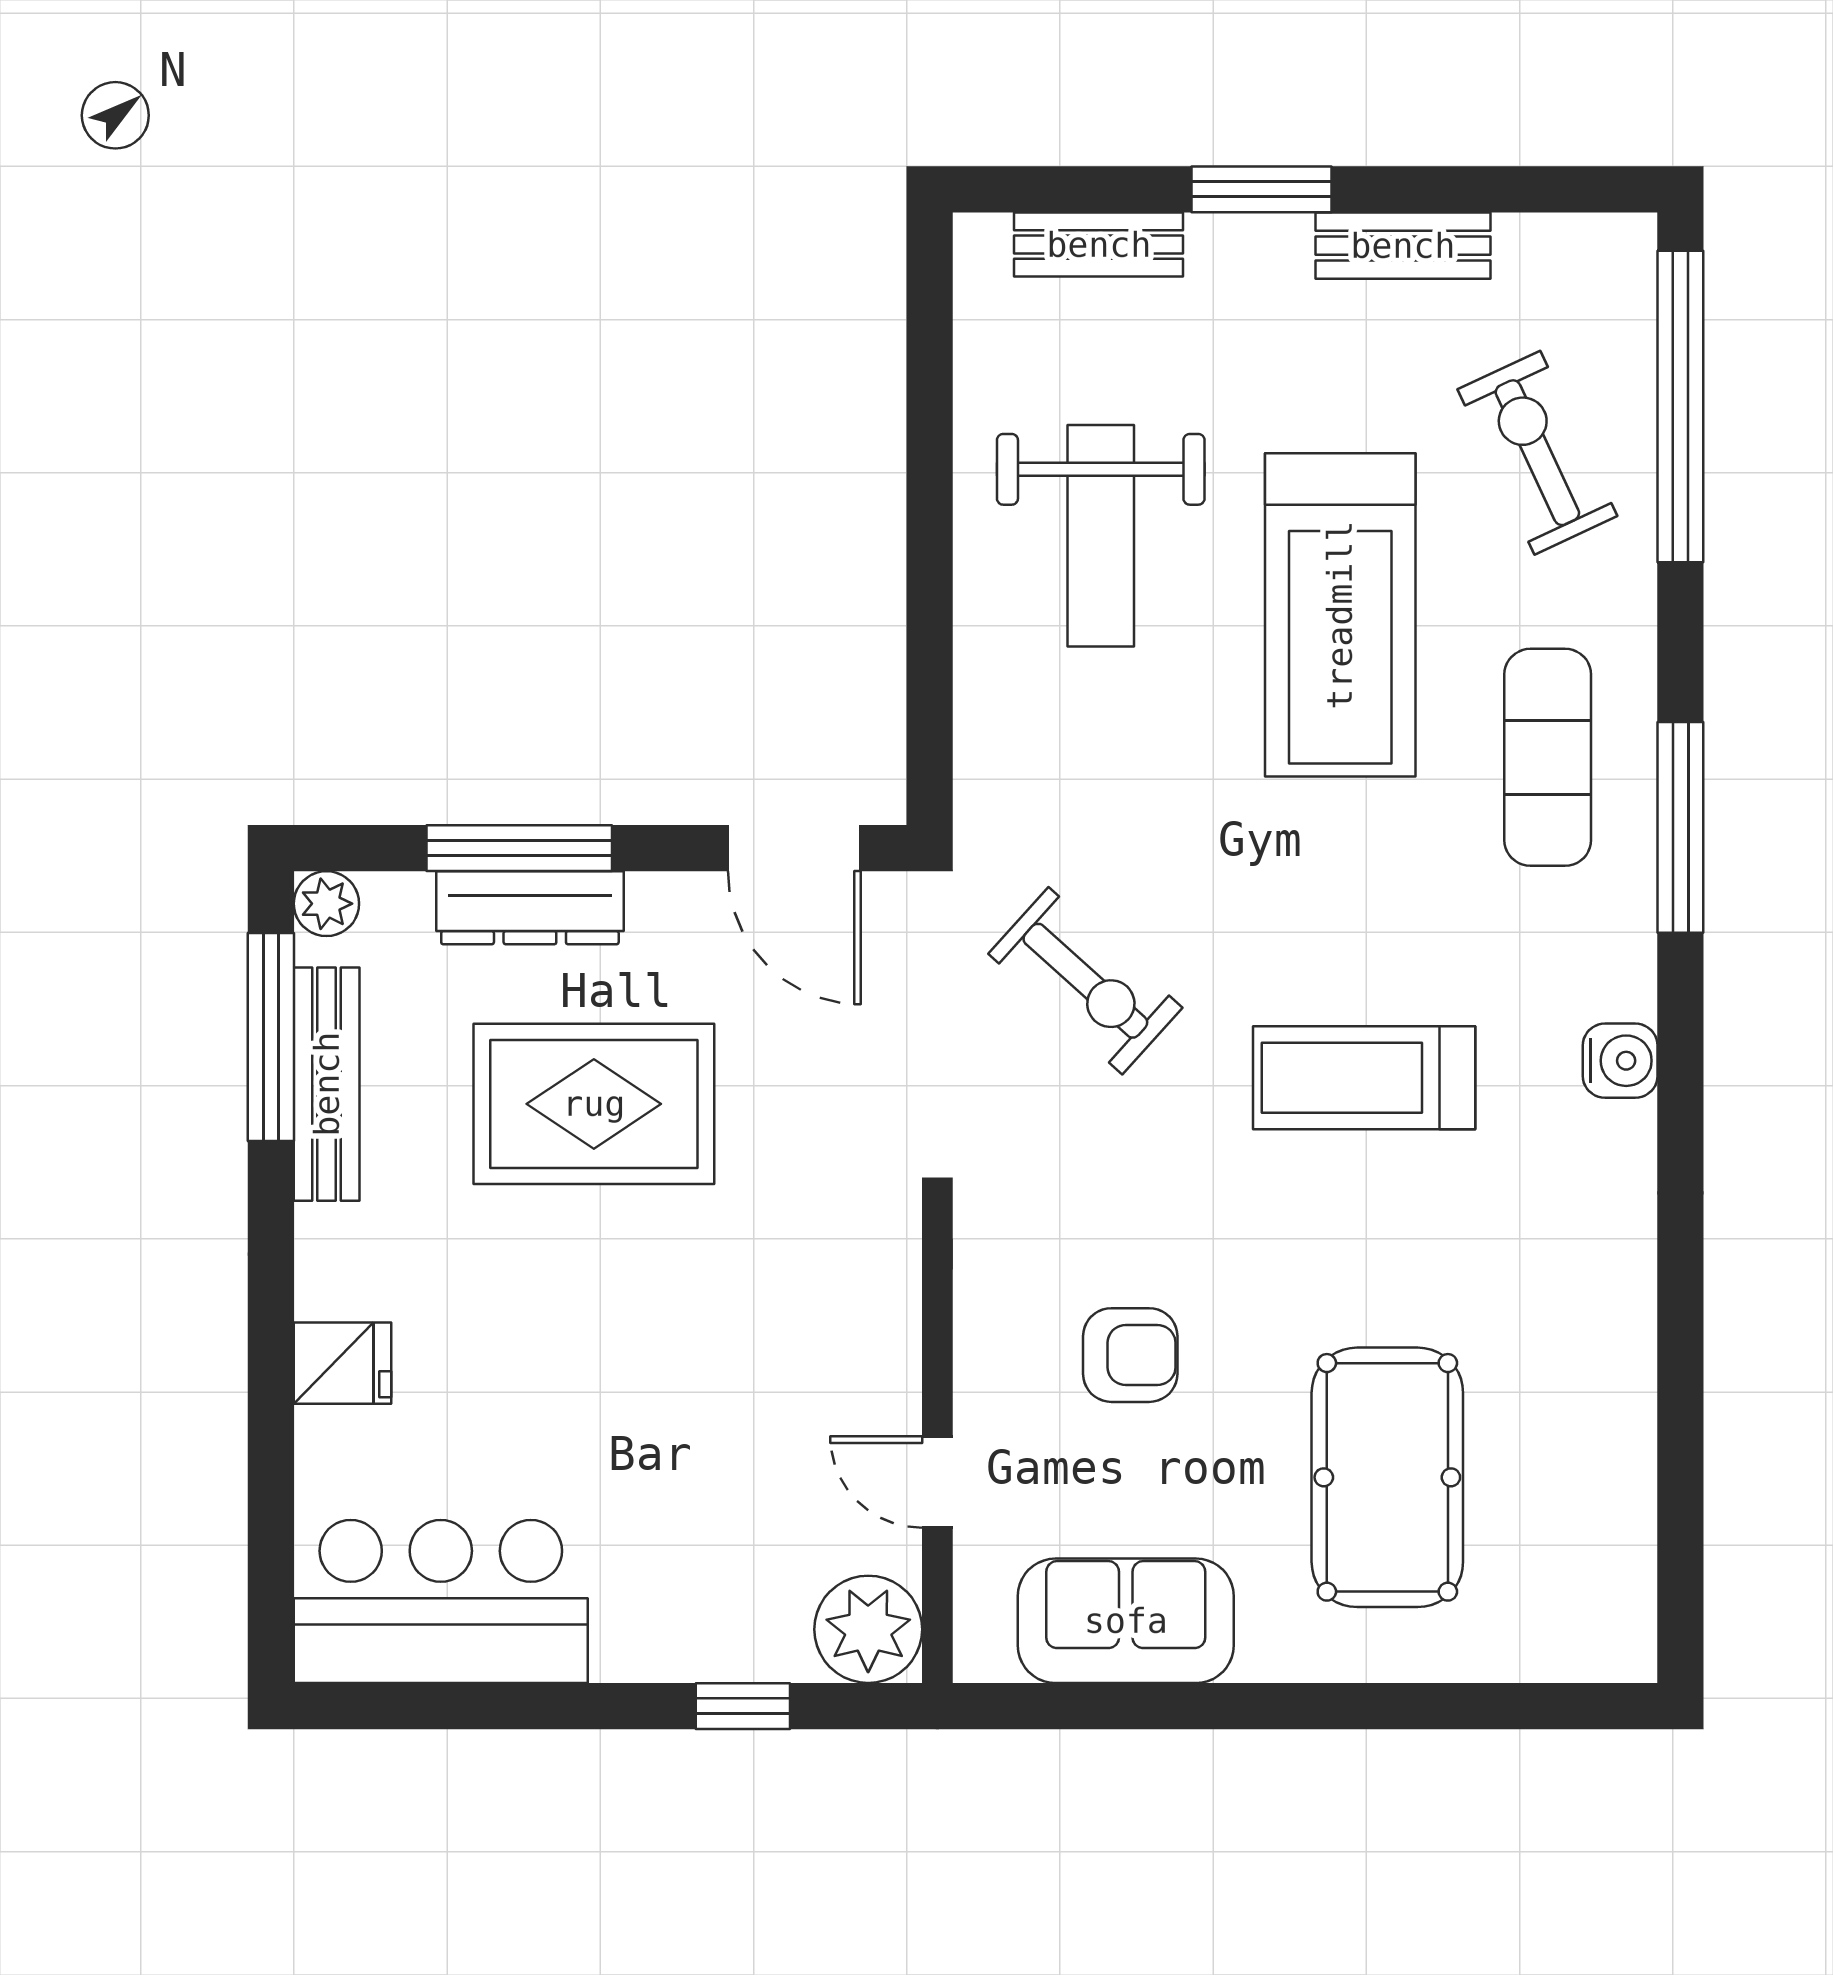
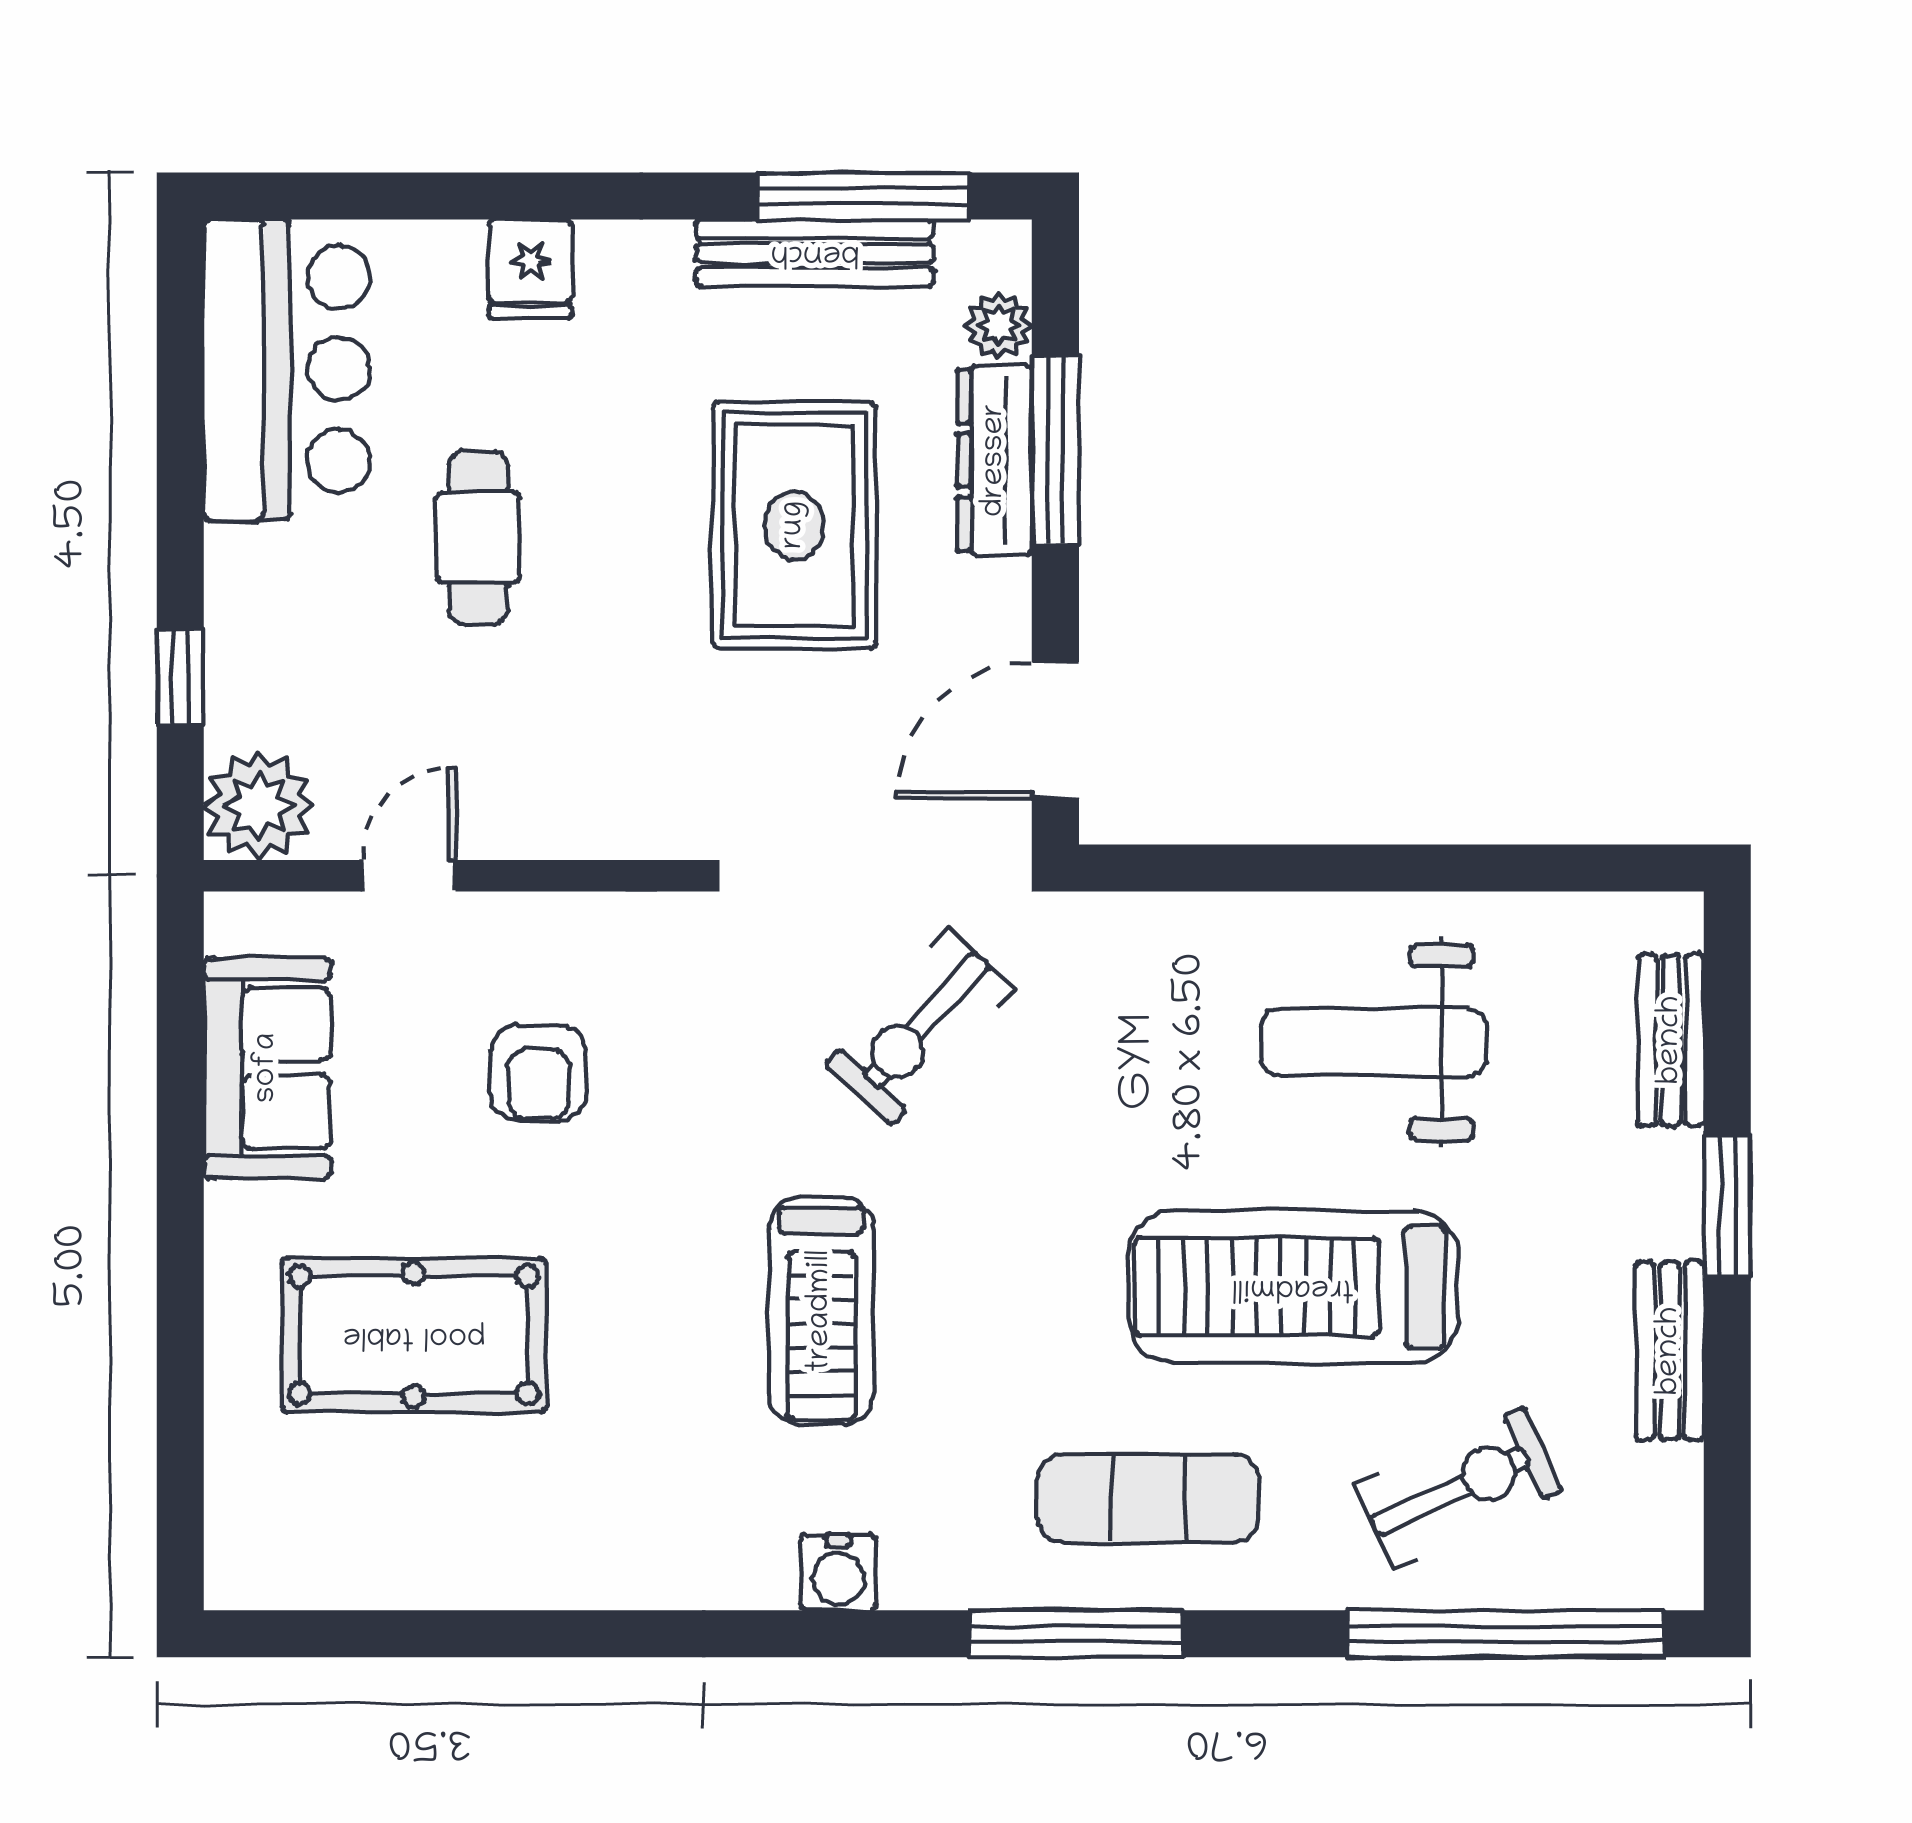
plant: (326, 904) -> (999, 325), moved
treadmill: (1364, 1078) -> (821, 1311), turned 180
cafe table: (606, 1414) -> (478, 537), added

